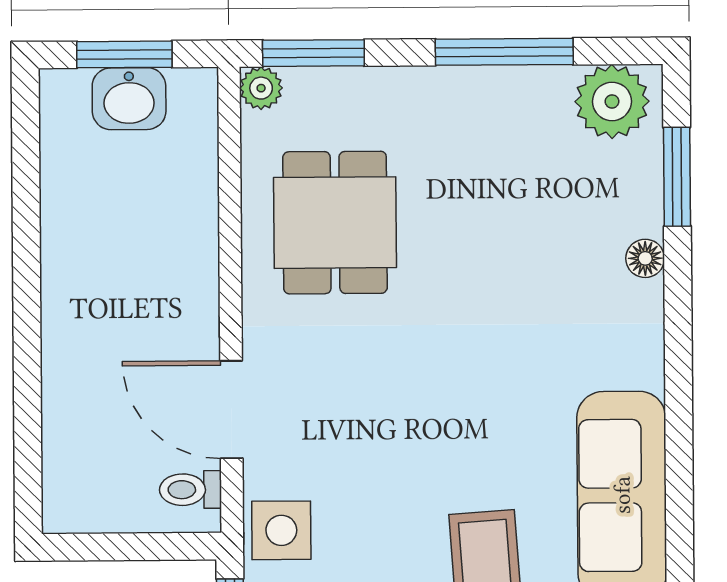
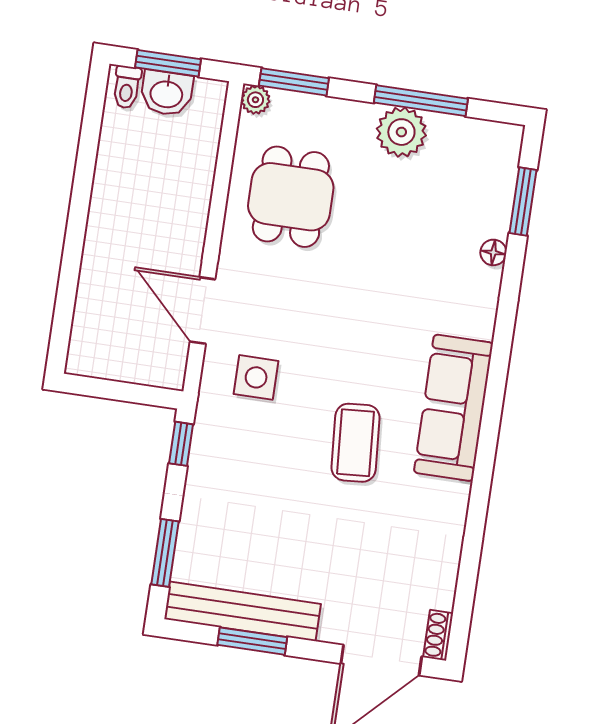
plant: (612, 101) -> (401, 132), moved
toilet: (190, 490) -> (127, 87), moved, turned -90
side table: (281, 530) -> (256, 377), moved

